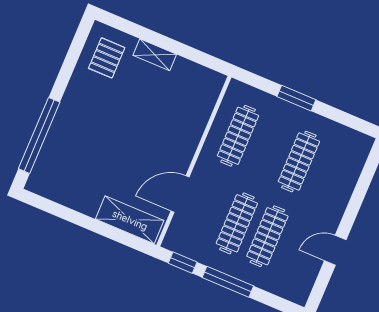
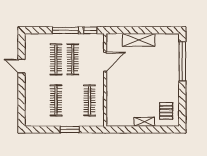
shelving: (130, 220) -> (139, 40), moved
door: (335, 250) -> (22, 66), swing flipped

